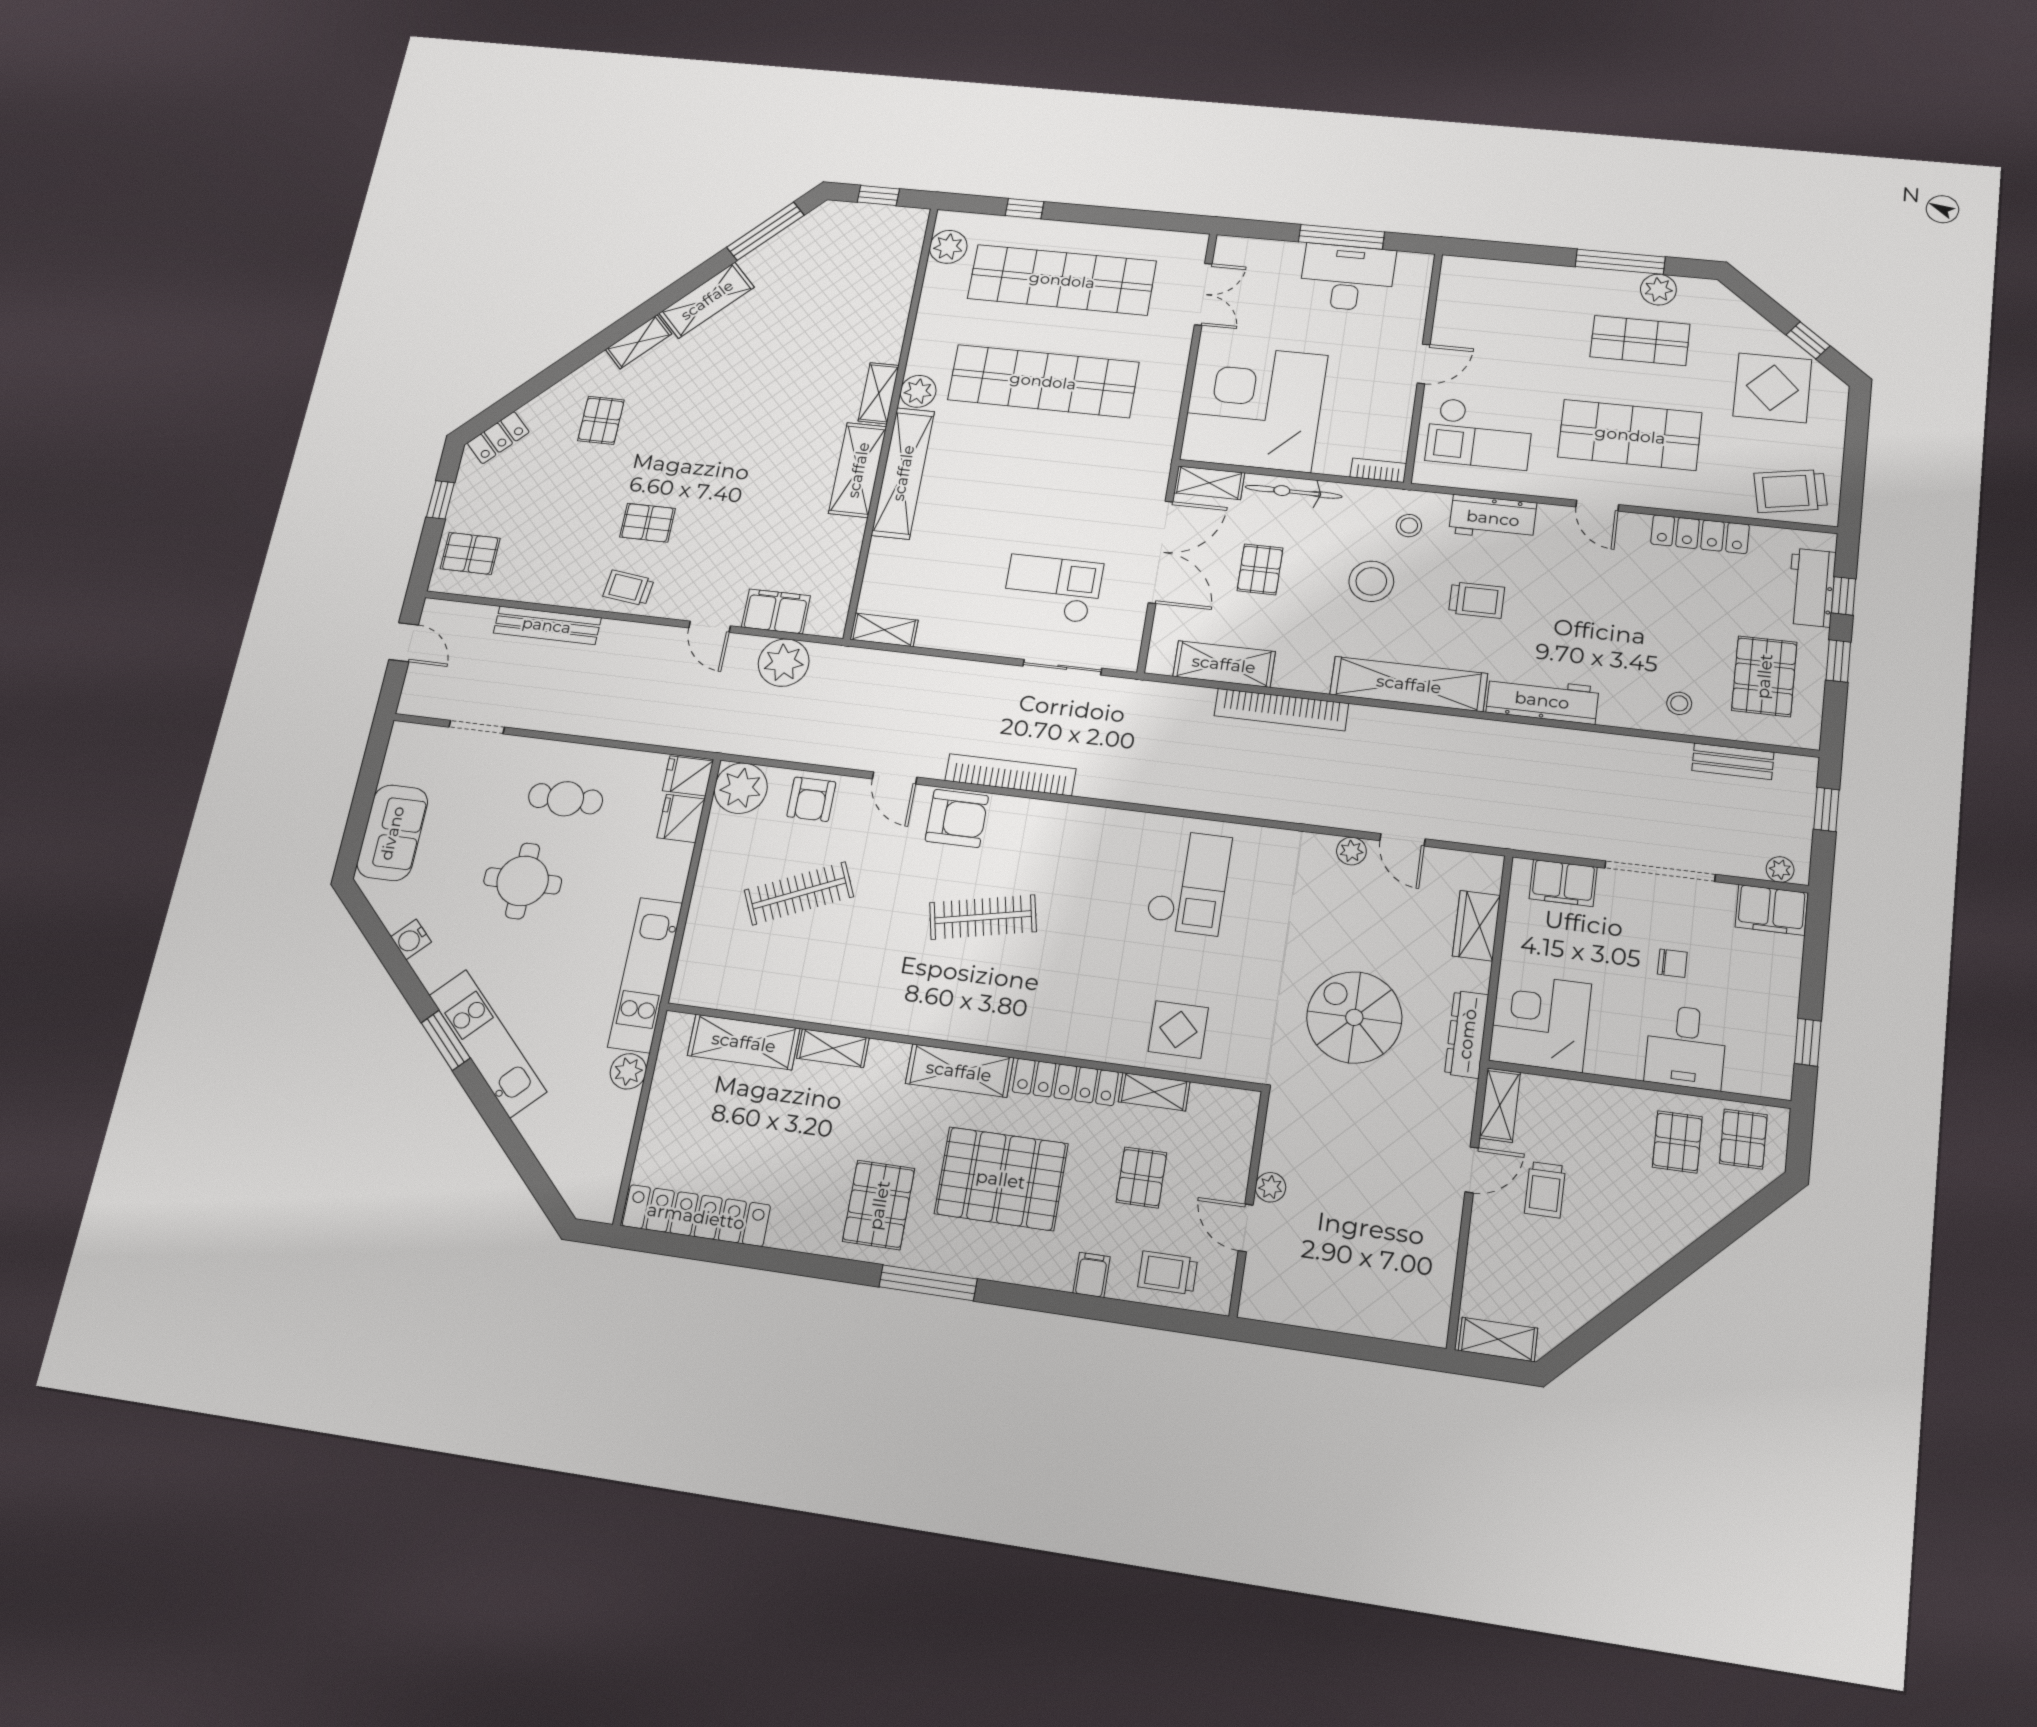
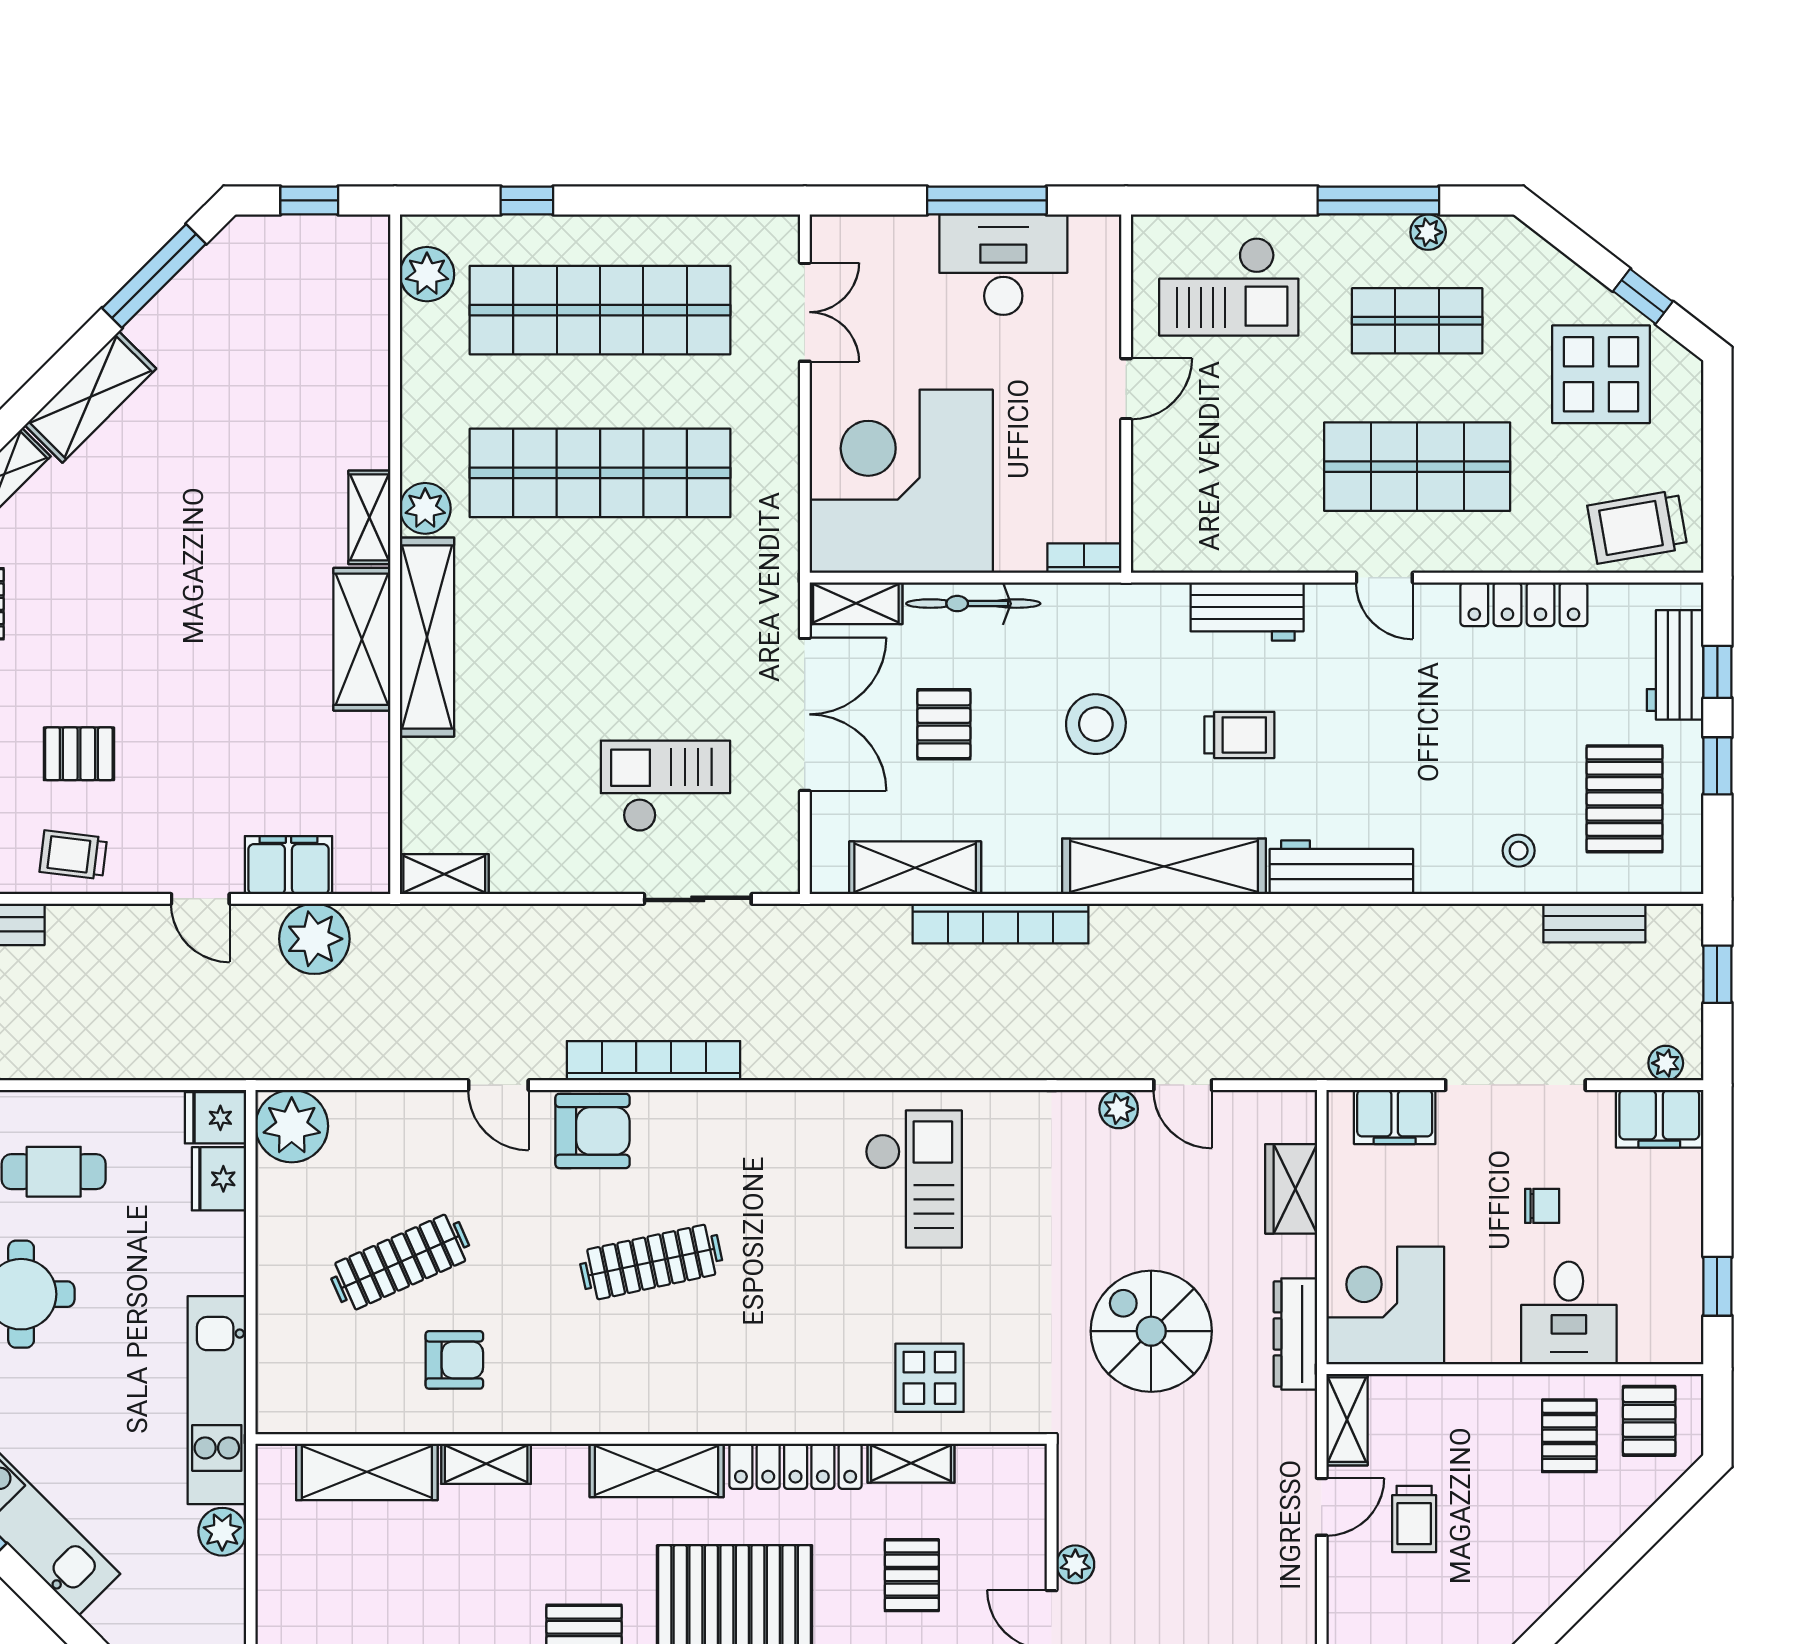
plant: (1658, 290) -> (1428, 232), width x0.73, depth x0.73
checkout: (1480, 434) -> (1229, 287), moved
stool: (1409, 526) -> (1136, 636), removed
armchair: (811, 799) -> (454, 1360), moved, turned -90

